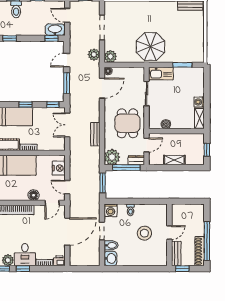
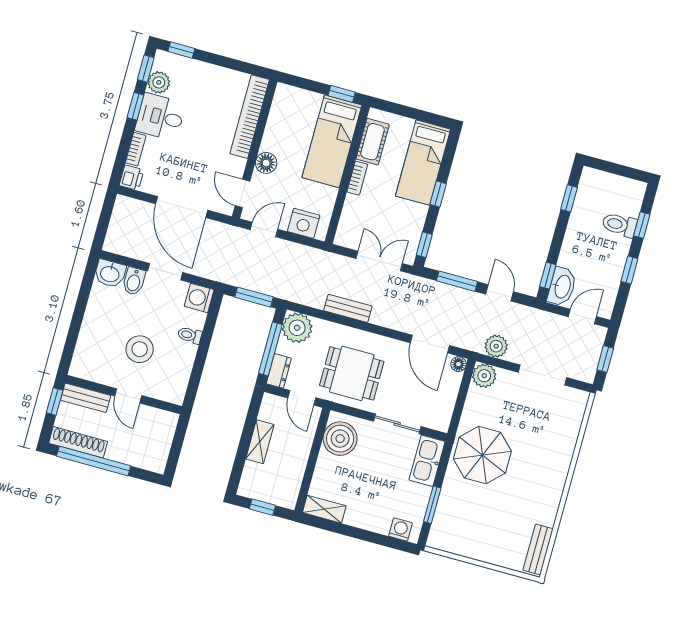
washing machine: (199, 102) -> (400, 529), moved
boiler: (166, 124) -> (340, 439), width x1.86, depth x1.86

